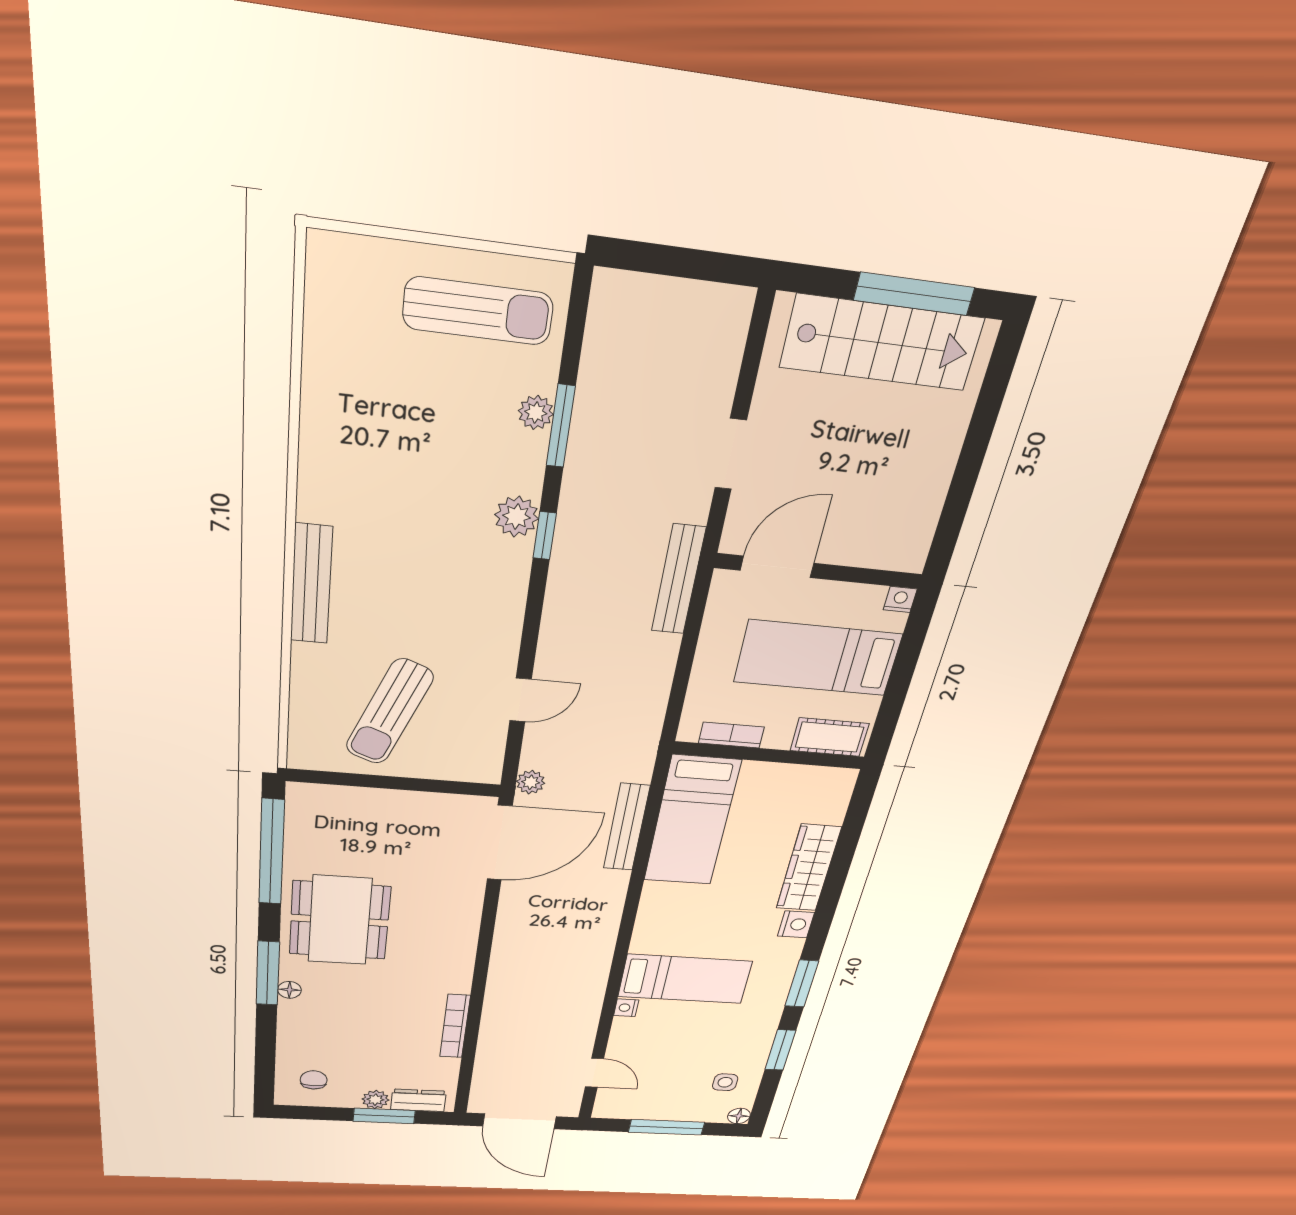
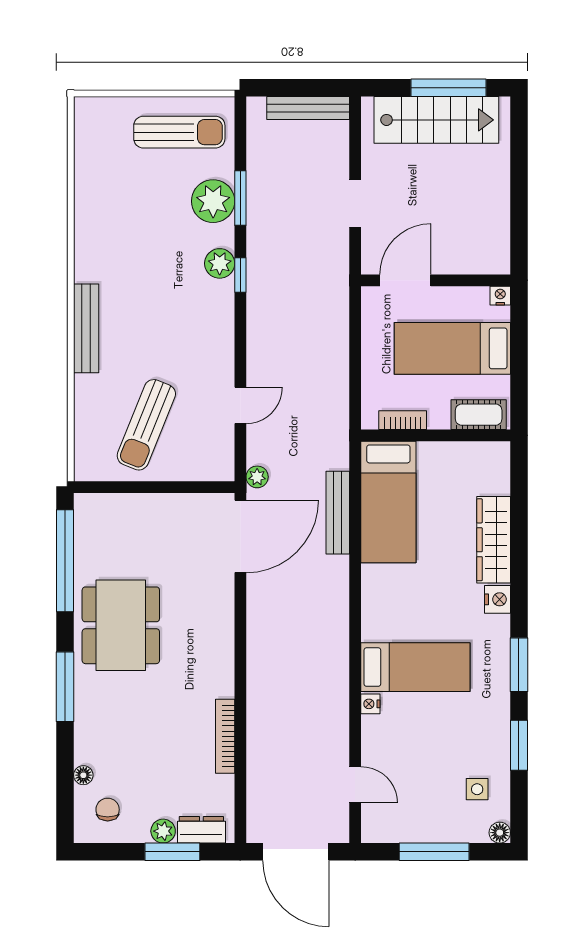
plant: (536, 413) -> (213, 201), width x1.87, depth x1.87
bench: (678, 580) -> (308, 108), moved, turned 90
floor lamp: (289, 990) -> (83, 775), moved

